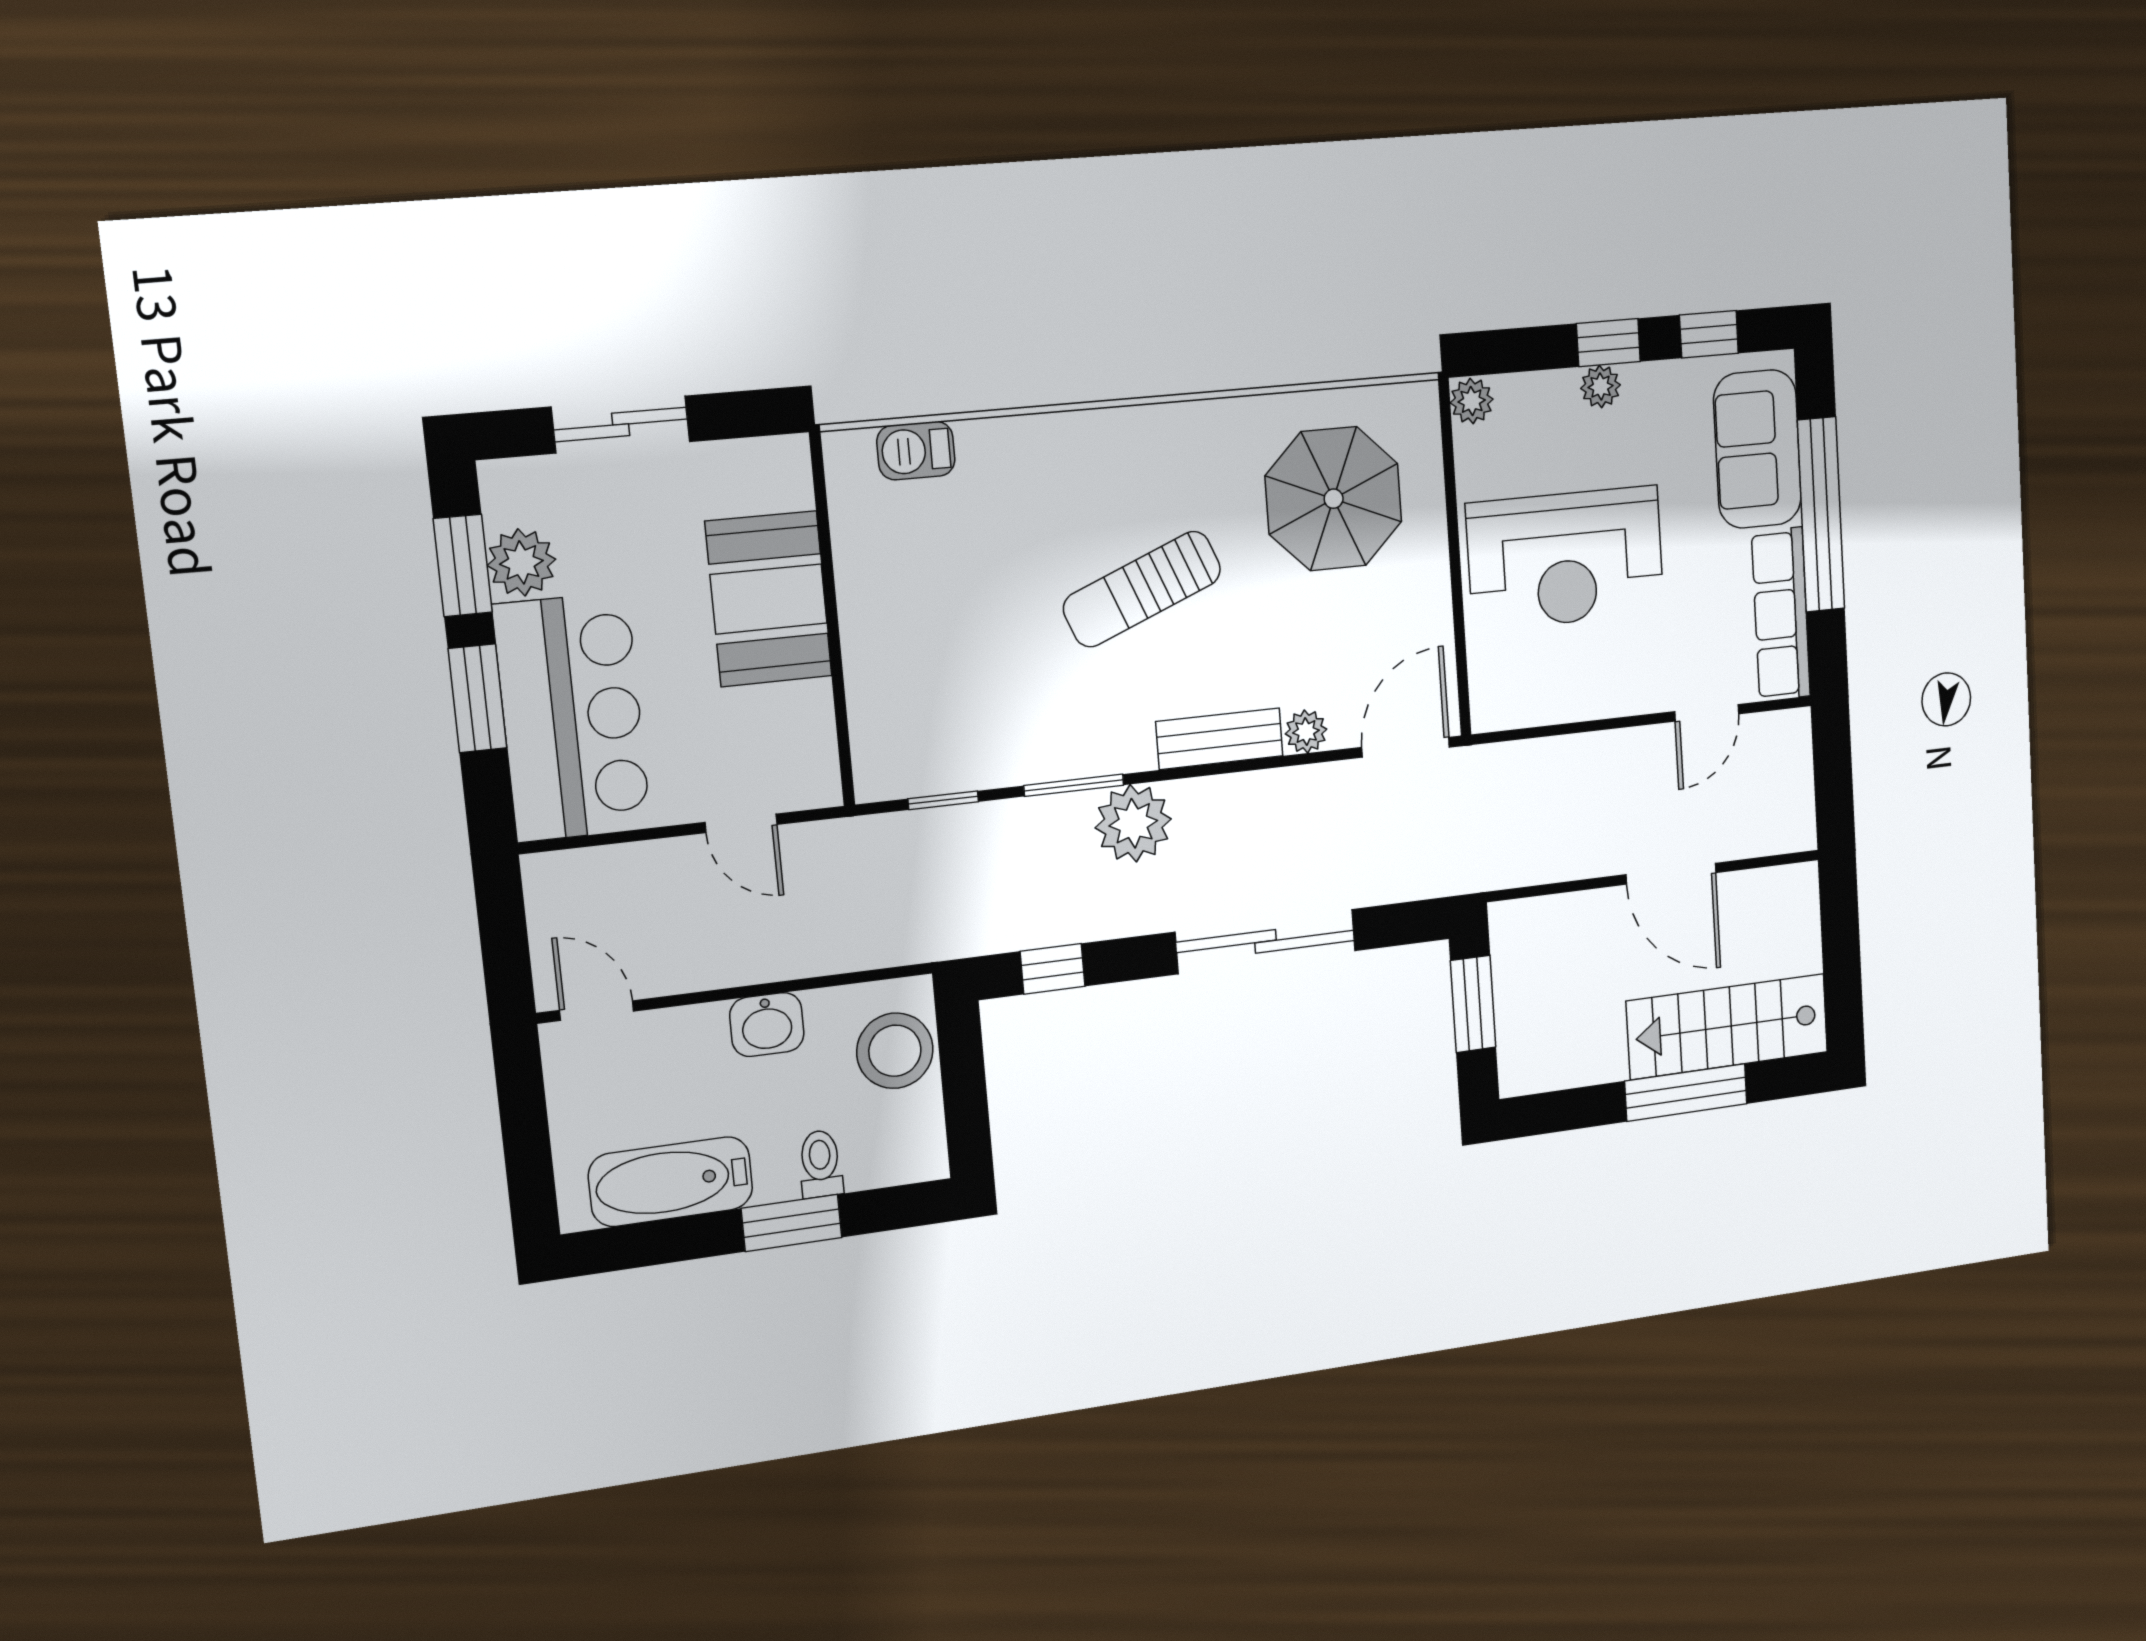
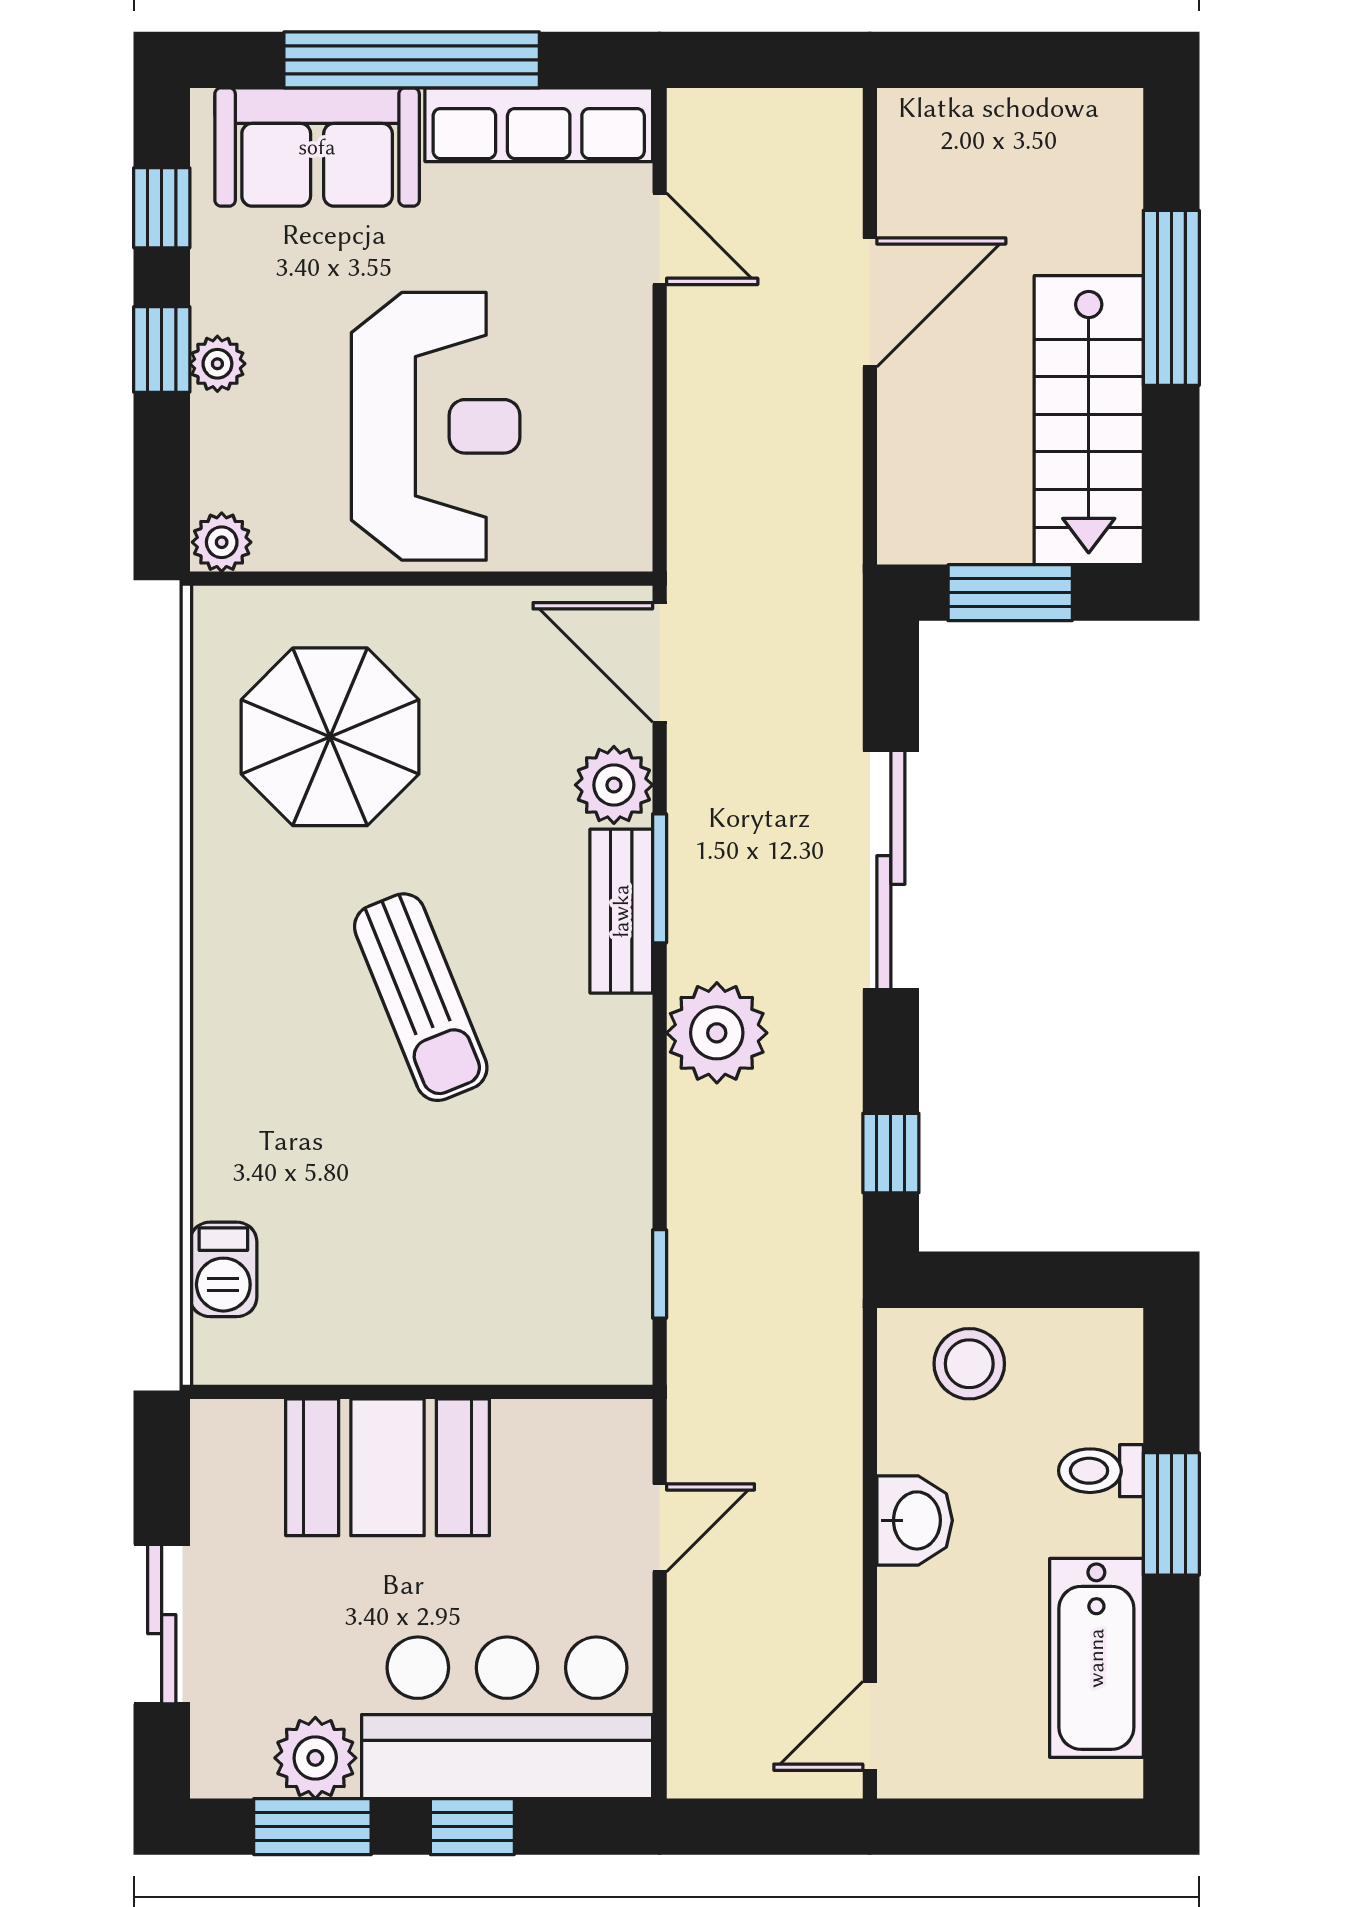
window: (477, 698) -> (472, 1827), width x0.67
plant: (1306, 732) -> (614, 785), width x1.38, depth x1.38
window: (1074, 785) -> (660, 878), moved
stairs: (1727, 1027) -> (1089, 420), moved
stool: (895, 1051) -> (969, 1364), width x0.73, depth x0.73

